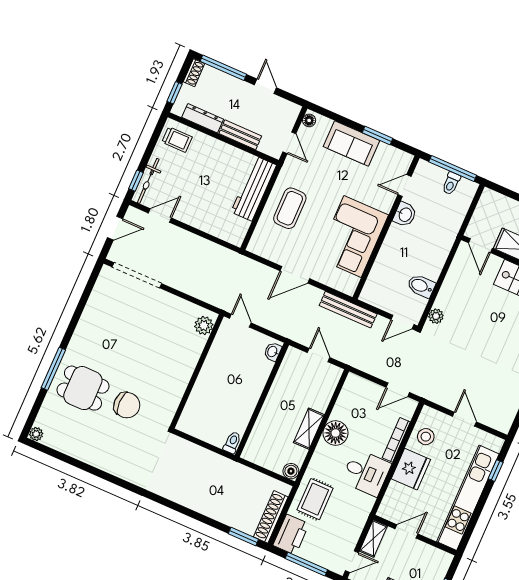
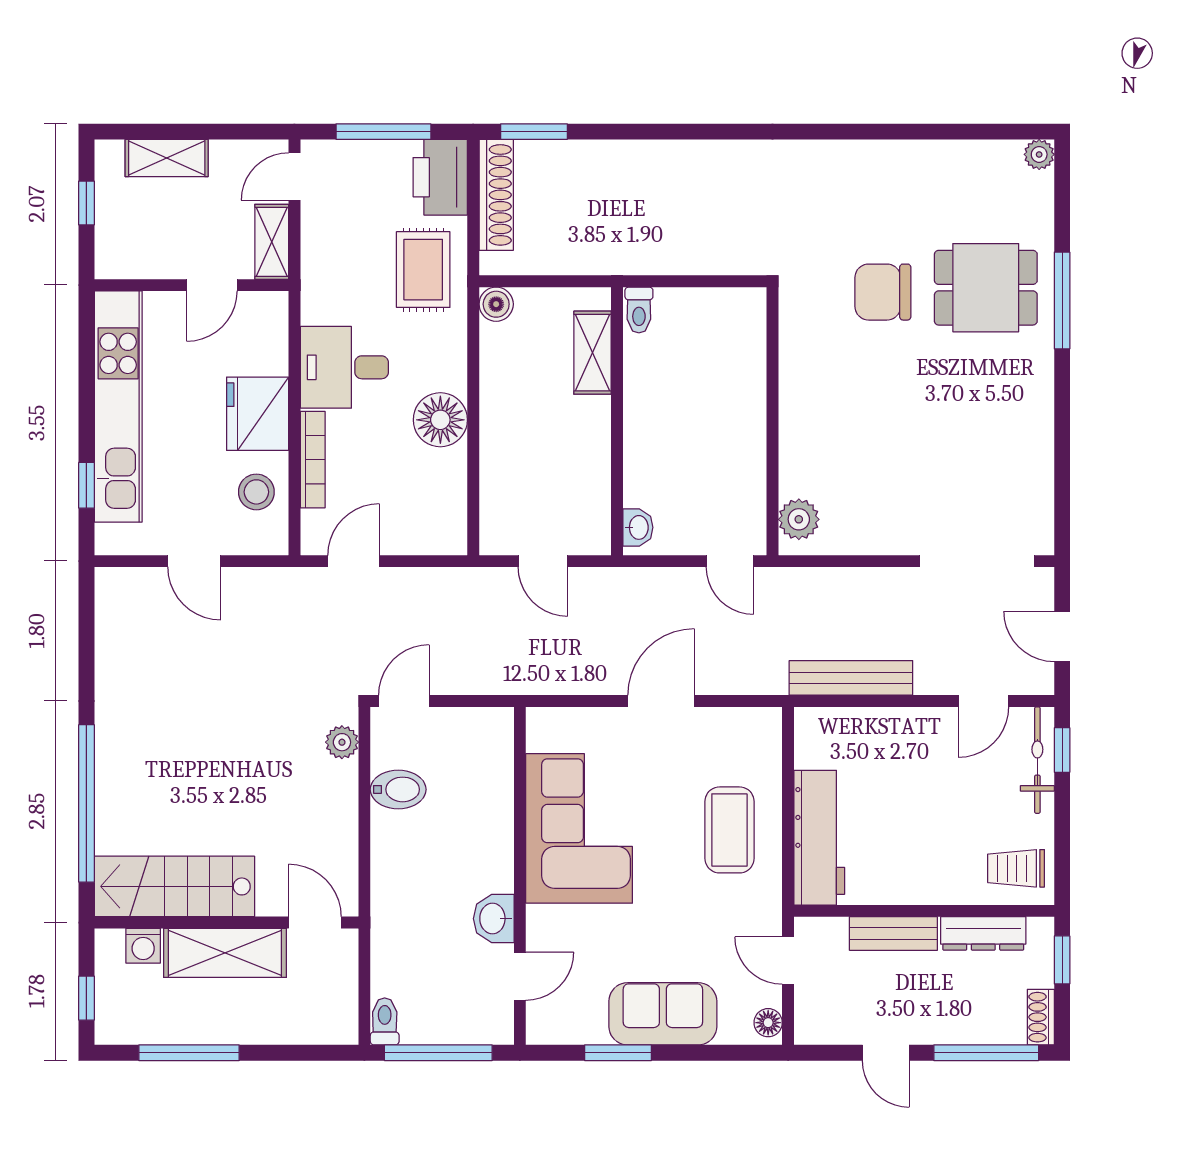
toilet: (451, 183) -> (385, 1021), moved
door: (115, 228) -> (1062, 636), hinge flipped
bench: (348, 310) -> (851, 678), moved
shelving: (309, 429) -> (593, 353), moved

